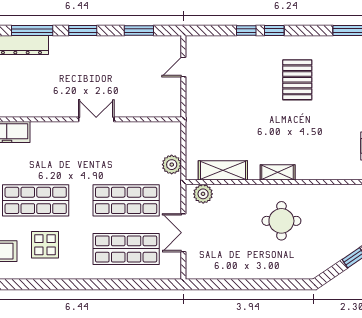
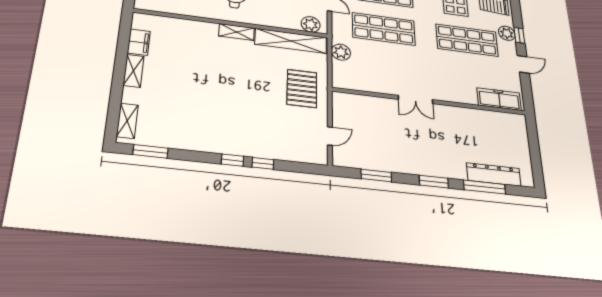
pallet: (297, 80) -> (302, 88), moved
shelving: (223, 170) -> (291, 41), width x1.47

